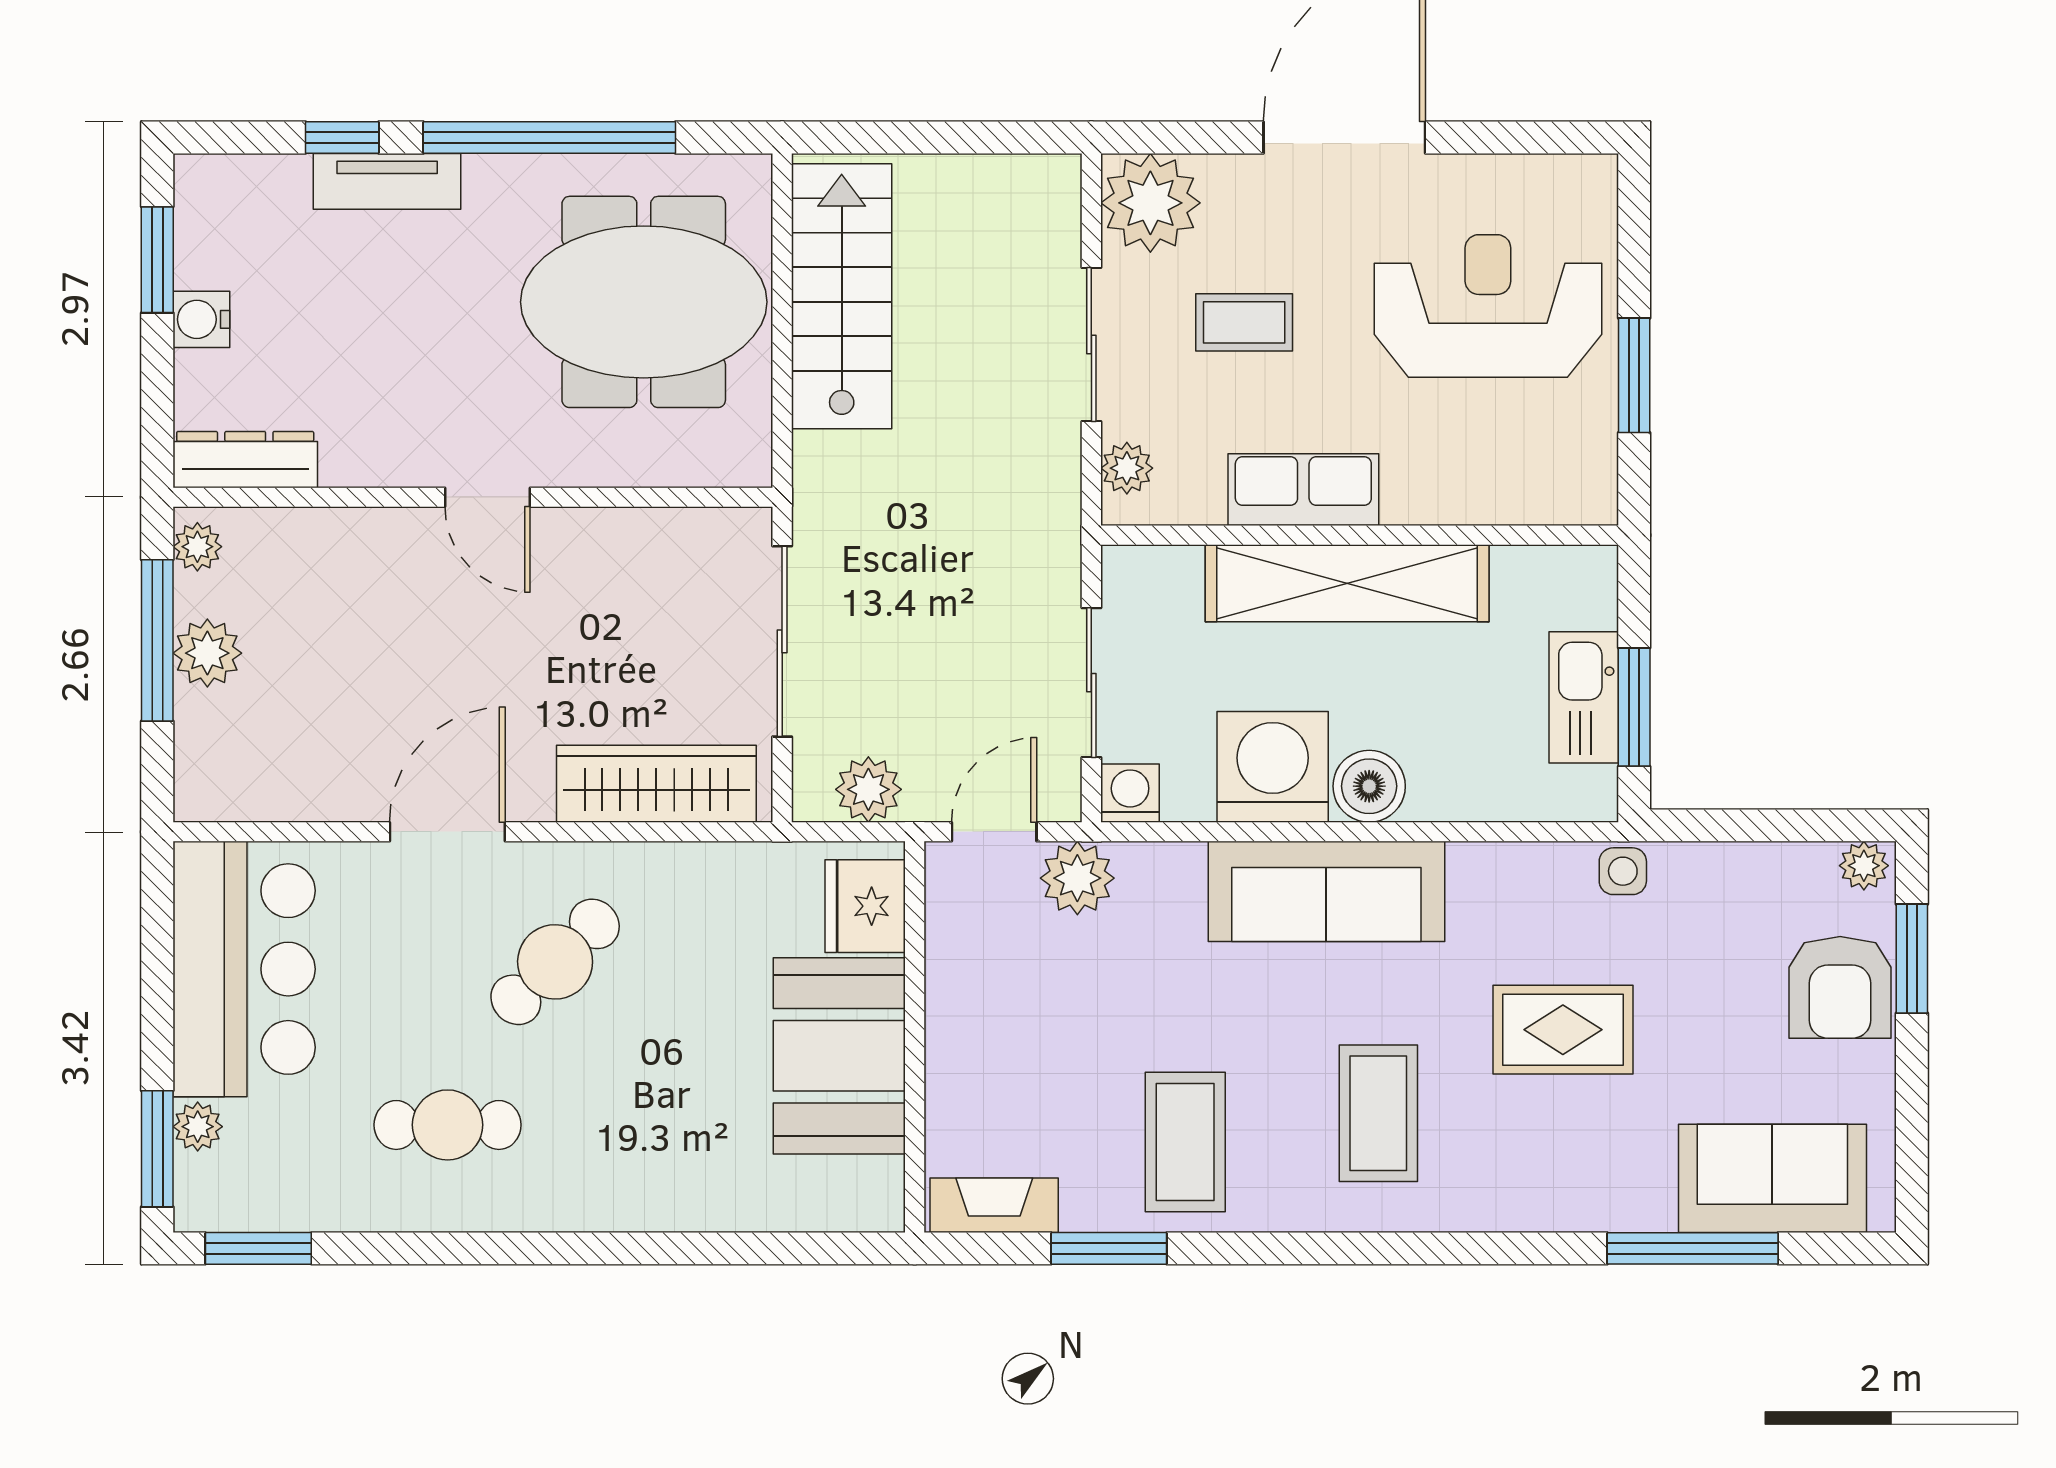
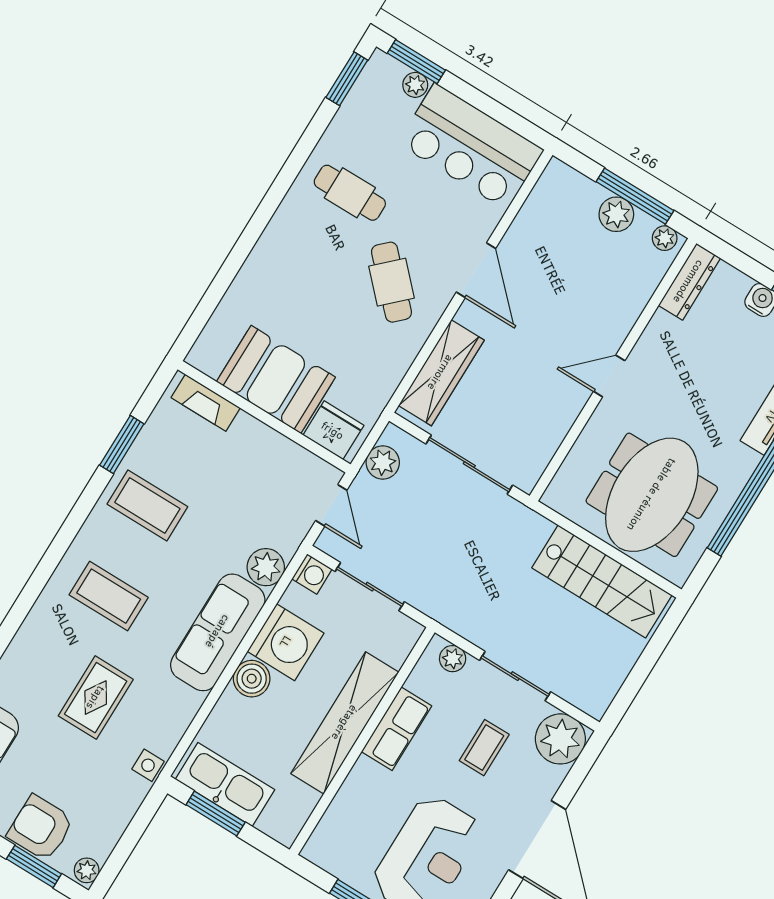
kitchen sink: (1584, 697) -> (225, 785), width x1.36, depth x1.24
plant: (1077, 878) -> (266, 567), moved
cafe table: (448, 1125) -> (350, 193), turned 90
fireplace: (994, 1205) -> (206, 403), moved, turned 90

